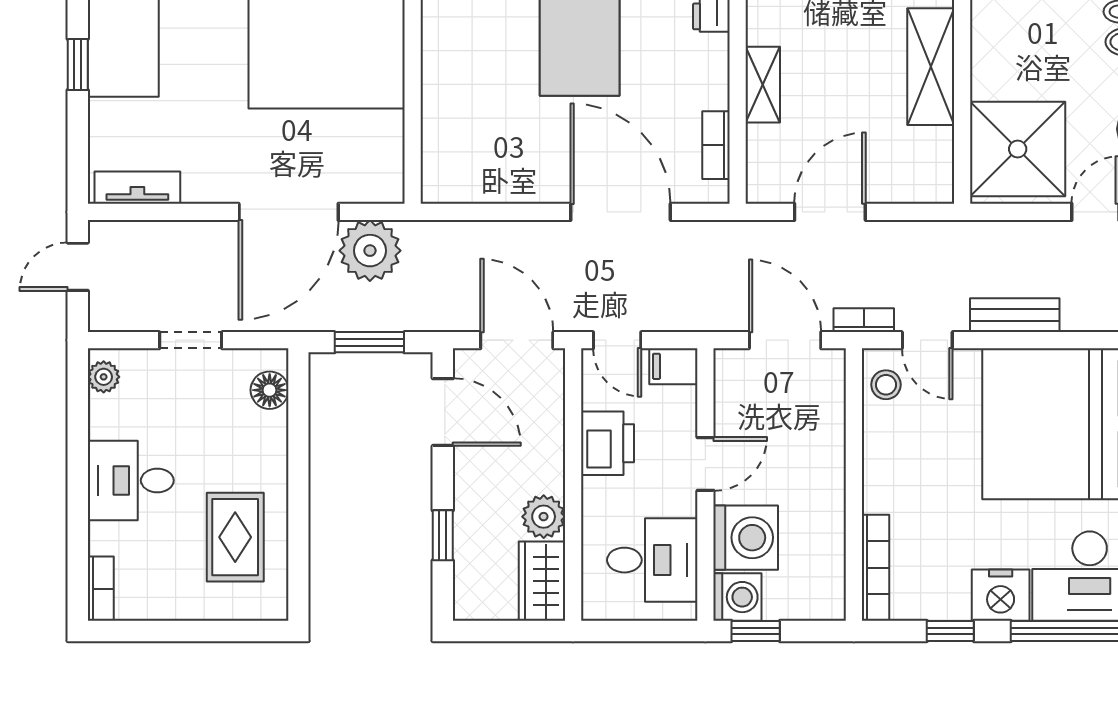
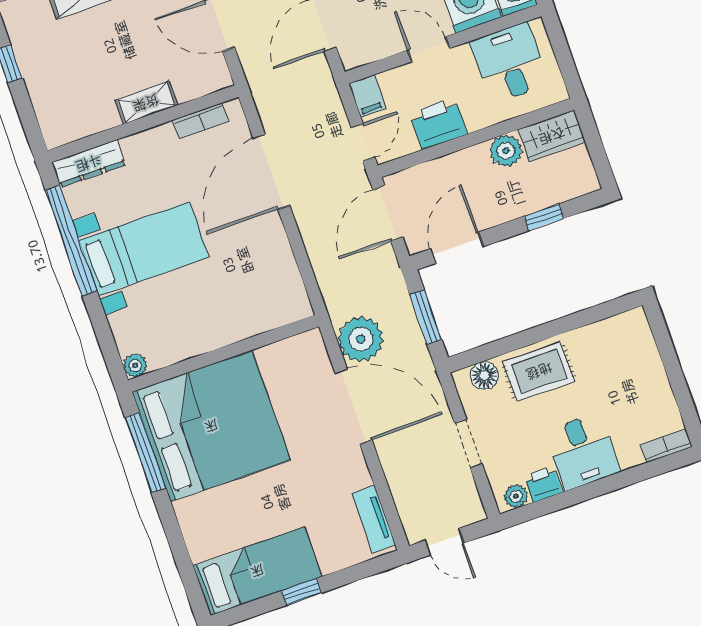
printer: (107, 417) -> (543, 484), added
rug: (235, 537) -> (539, 371), moved

